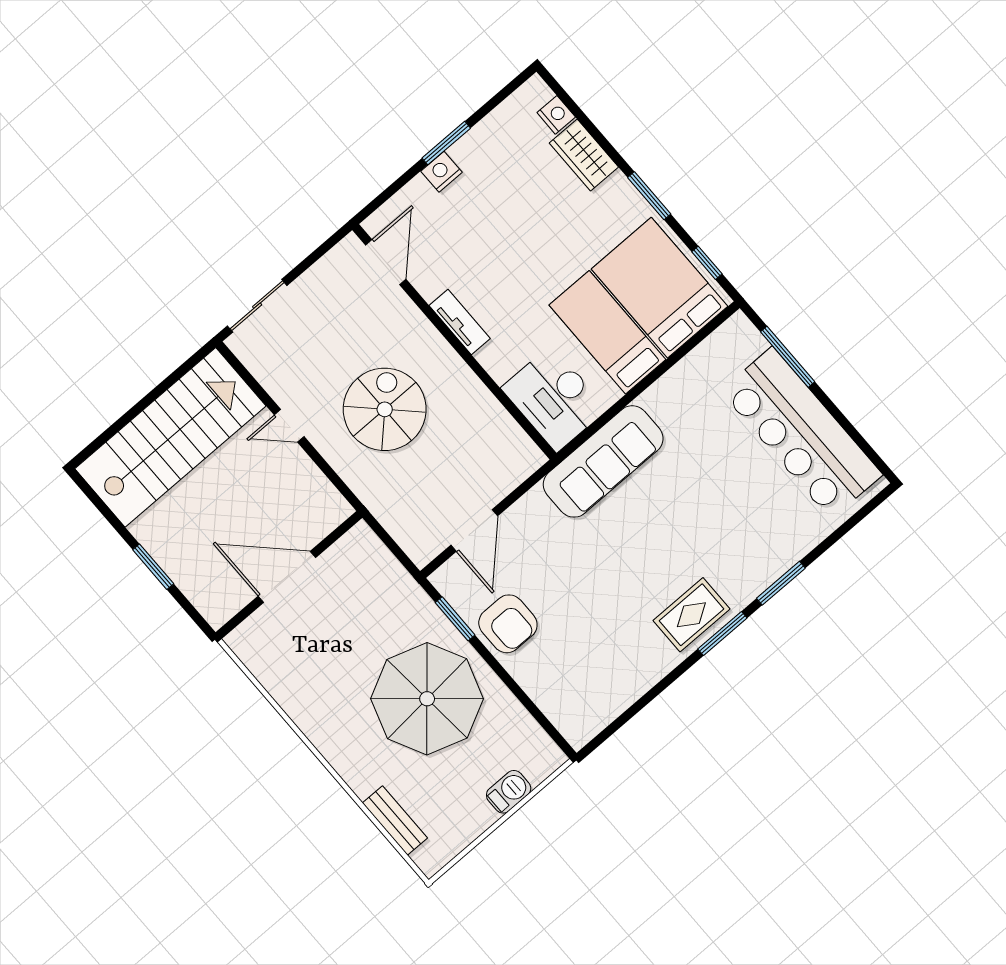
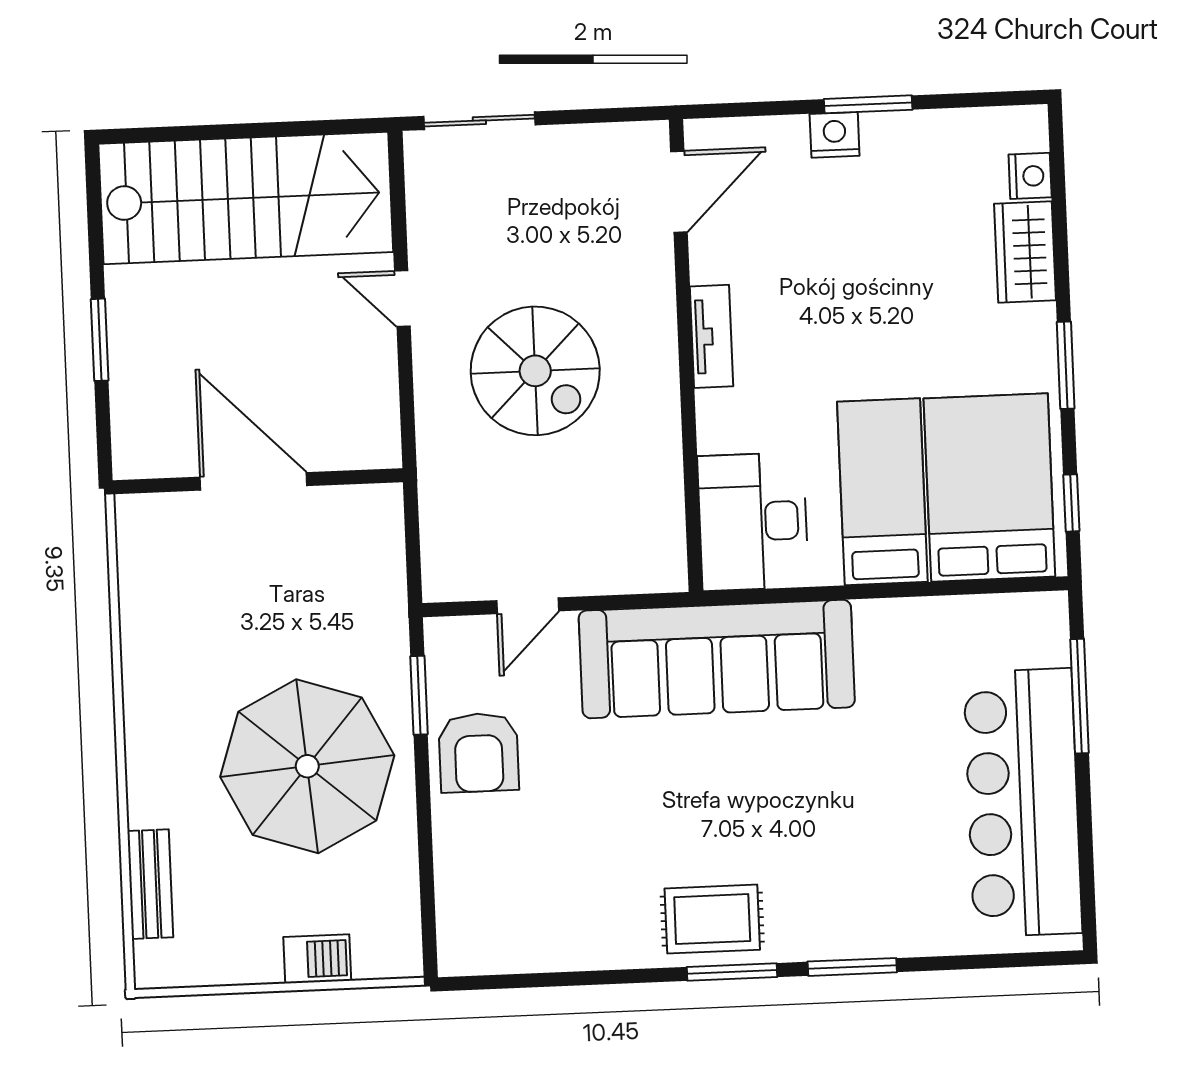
spiral stairs: (385, 409) -> (535, 371), turned 90
sofa: (603, 461) -> (717, 659), width x1.36, depth x1.27
door: (474, 531) -> (528, 606), width x0.73

